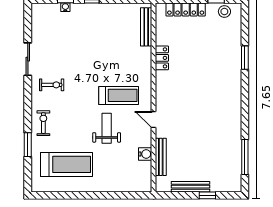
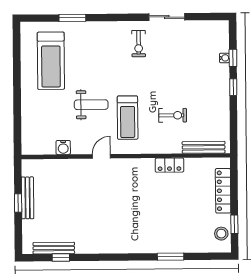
exercise bike: (43, 123) -> (173, 115), moved
bench: (161, 157) -> (54, 248), moved
window: (245, 157) -> (61, 257), width x0.46
window: (207, 195) -> (18, 203), moved

